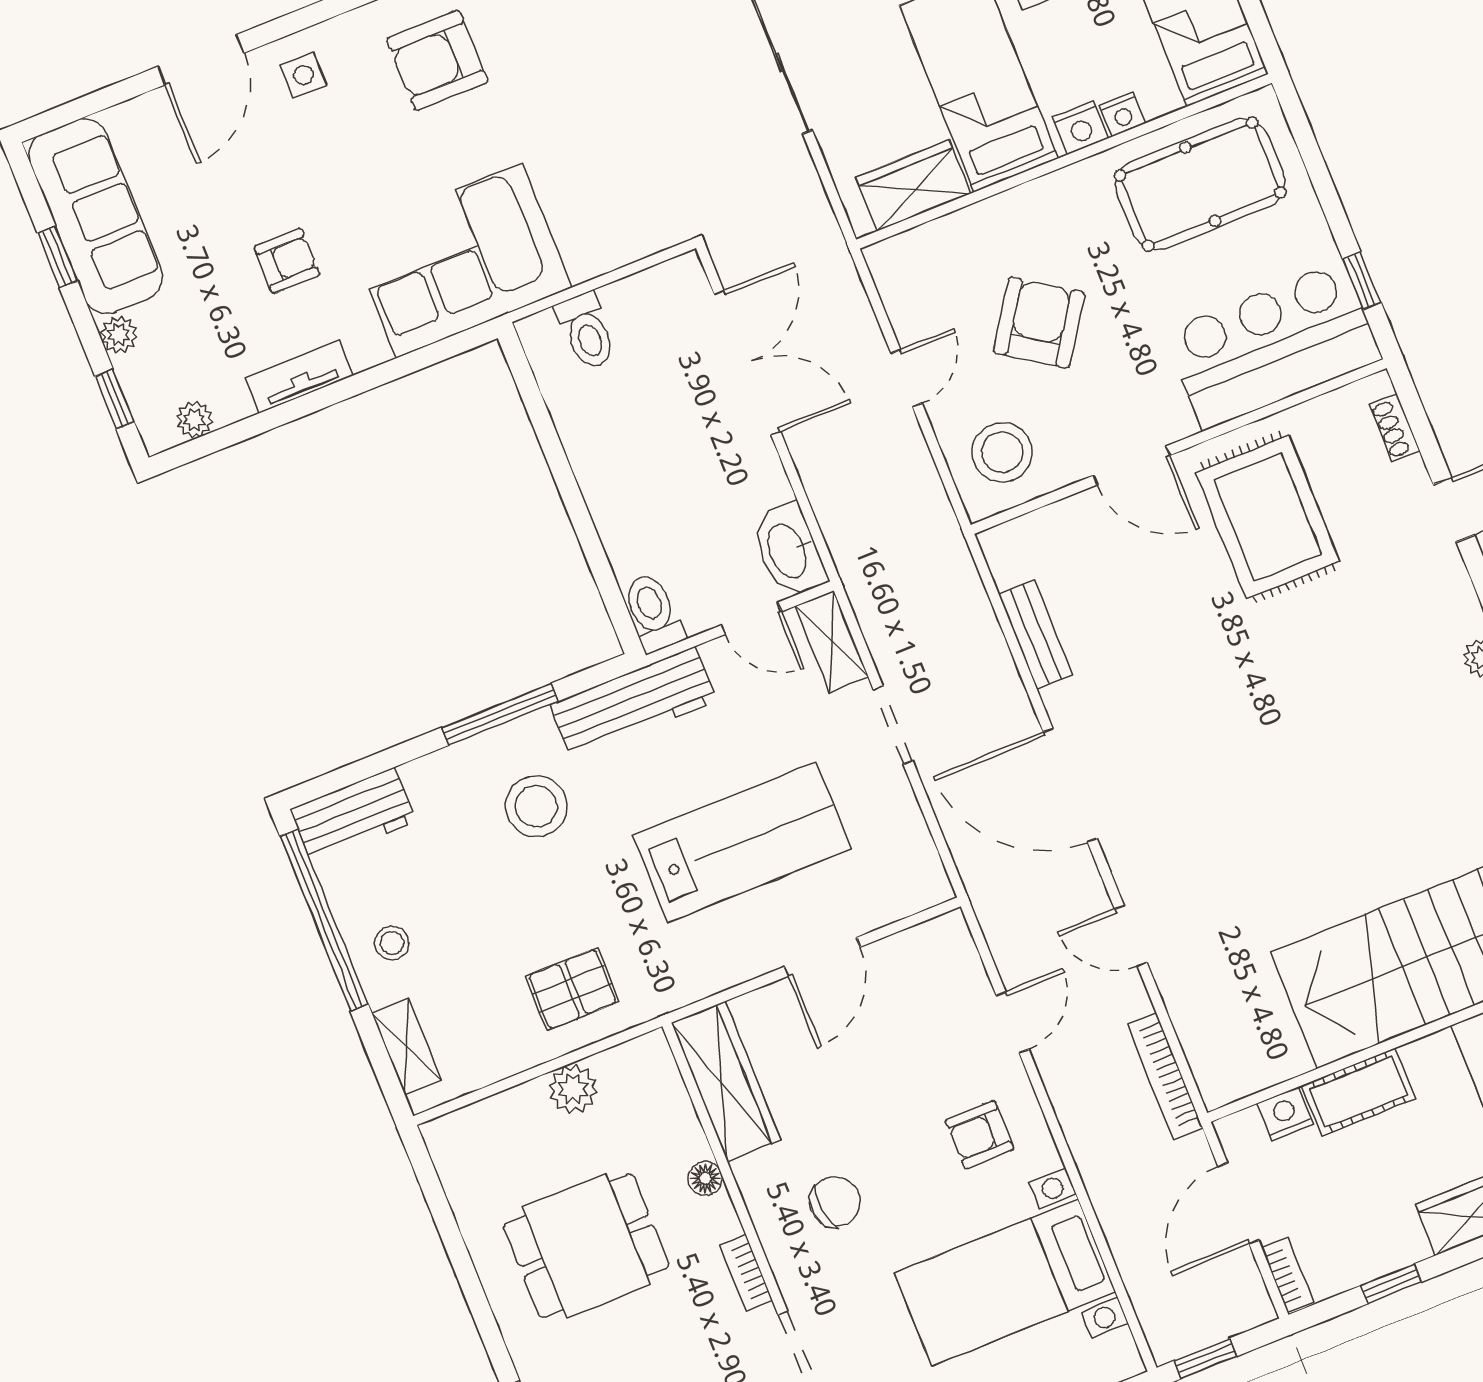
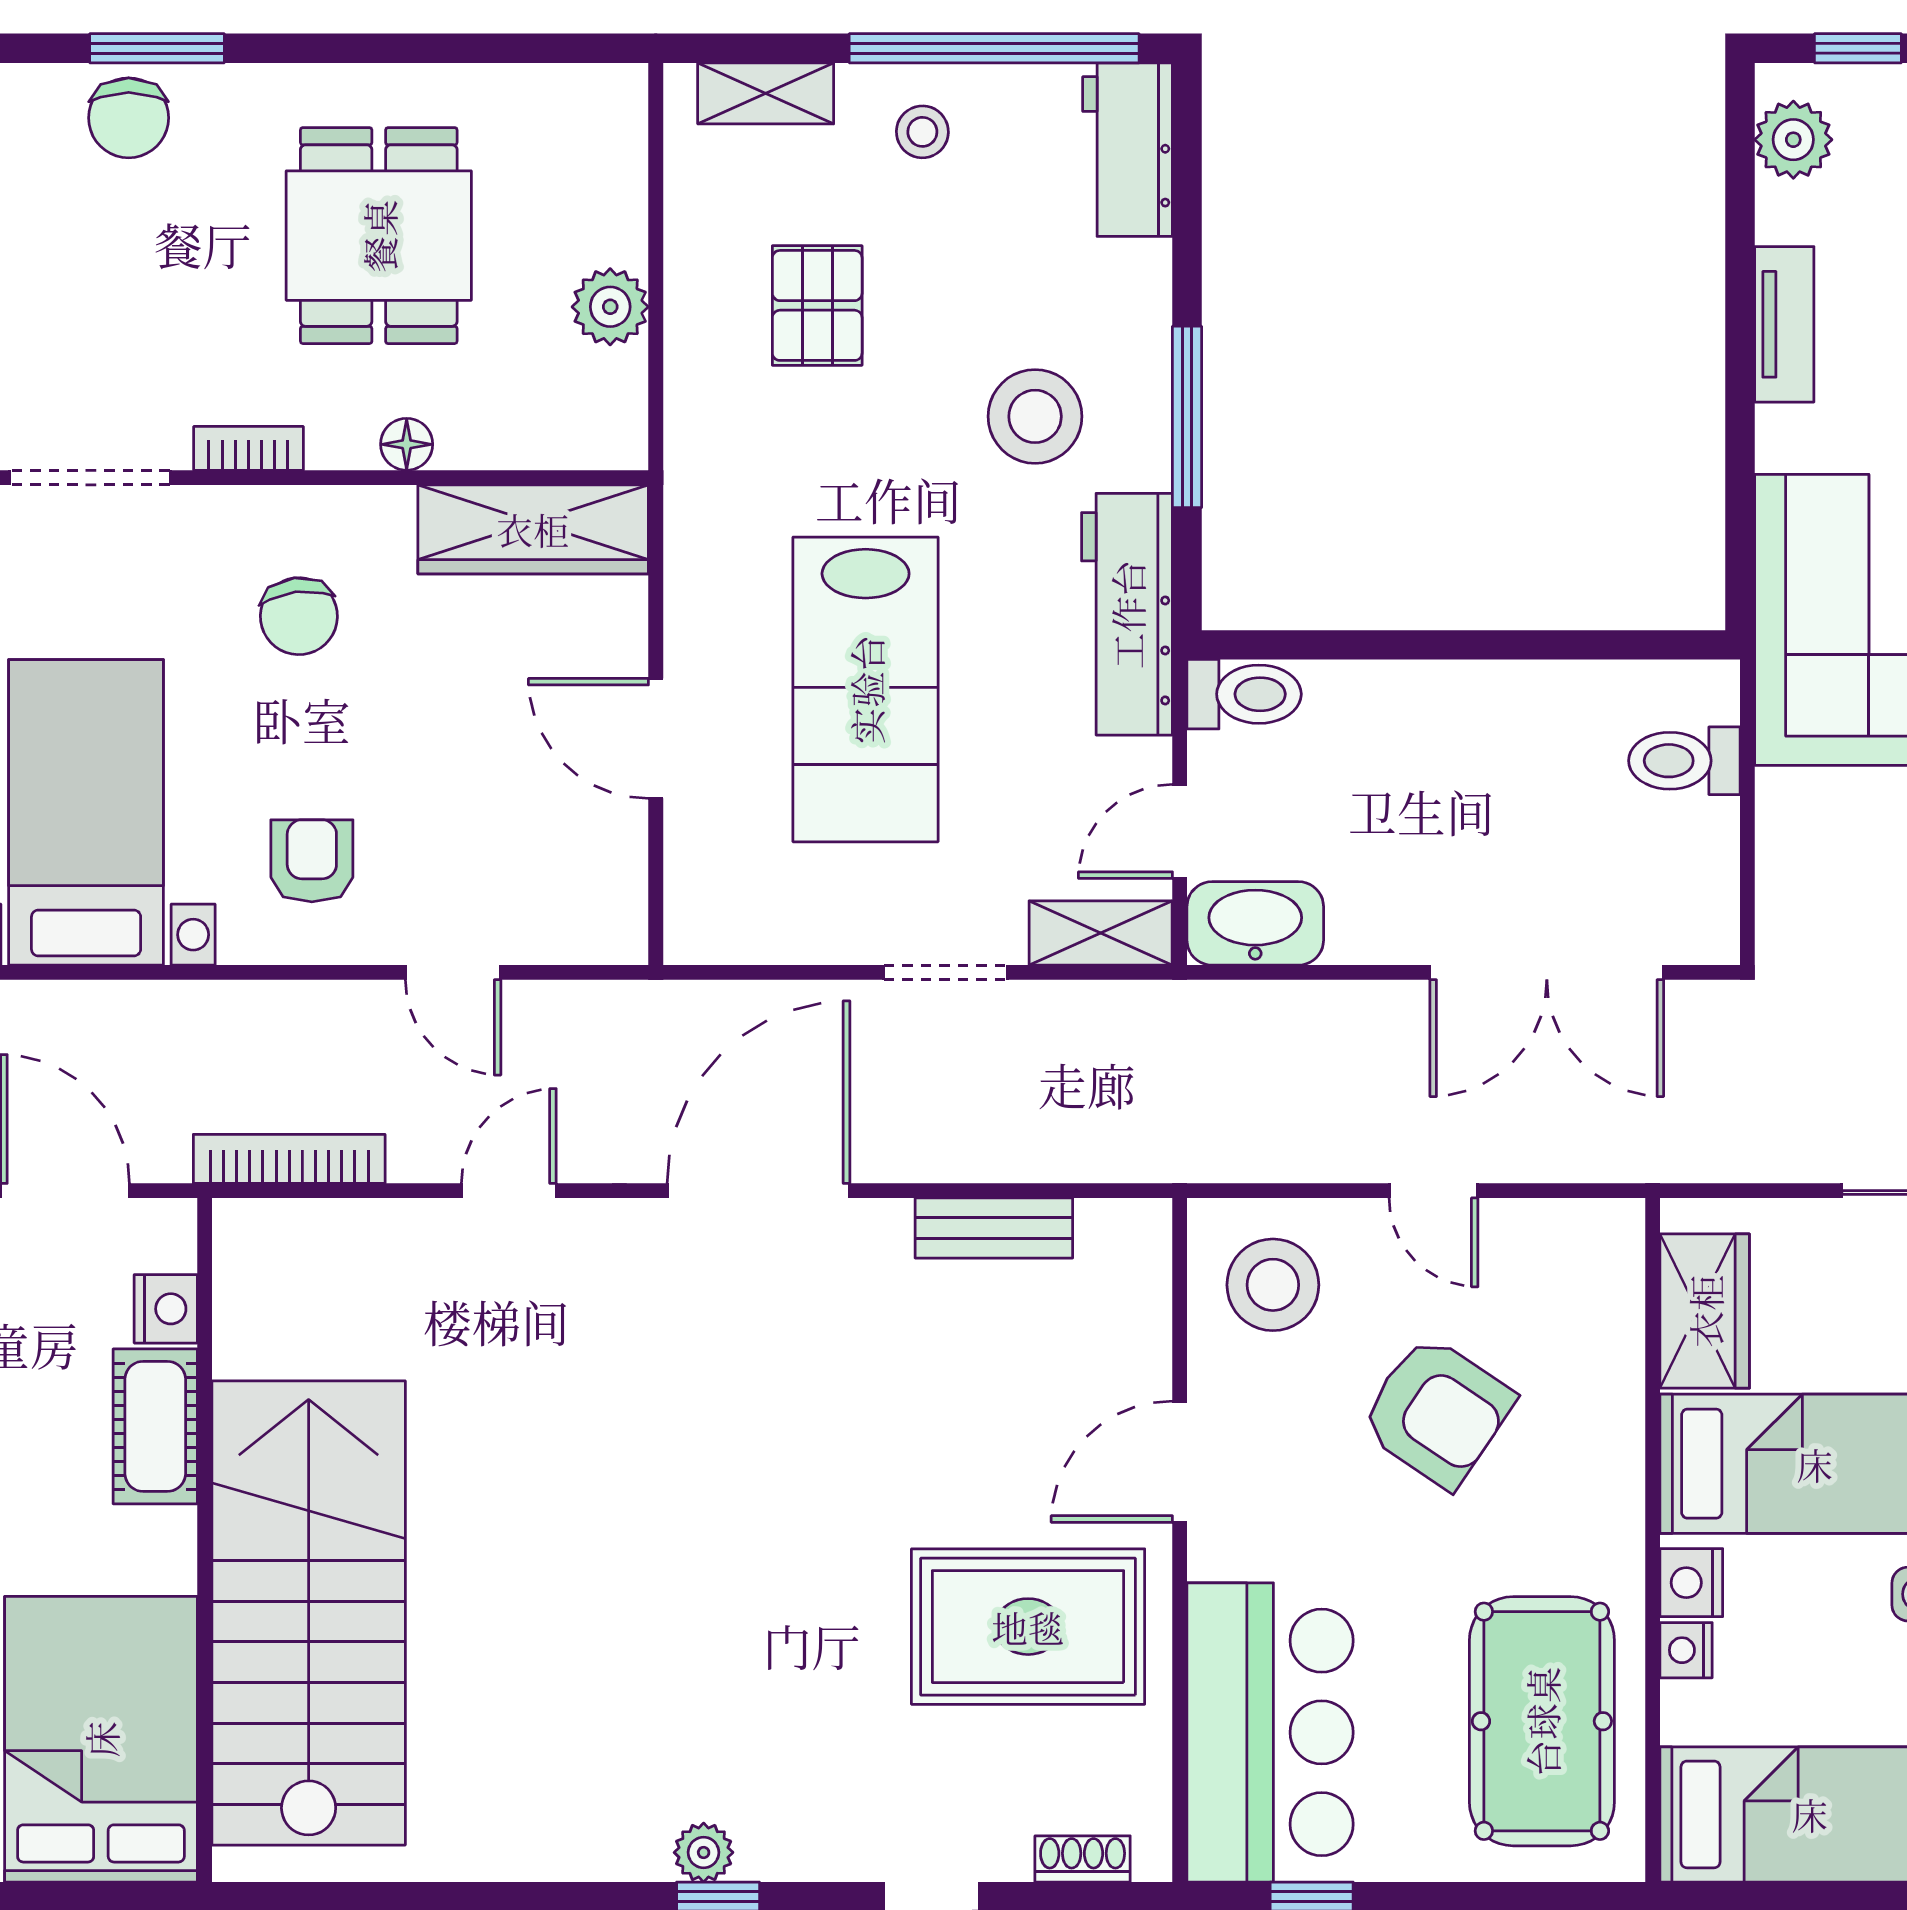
plant: (194, 420) -> (1793, 140), width x1.38, depth x1.38
pallet: (572, 989) -> (817, 305), moved

